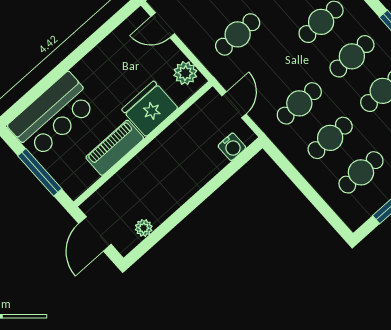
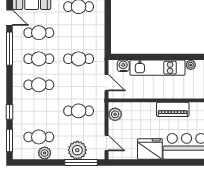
door: (234, 105) -> (107, 83), swing flipped
fridge: (150, 109) -> (150, 149), moved, turned 180
cafe table: (330, 138) -> (79, 33), removed
kitchen unit: (184, 185) -> (157, 68), added

